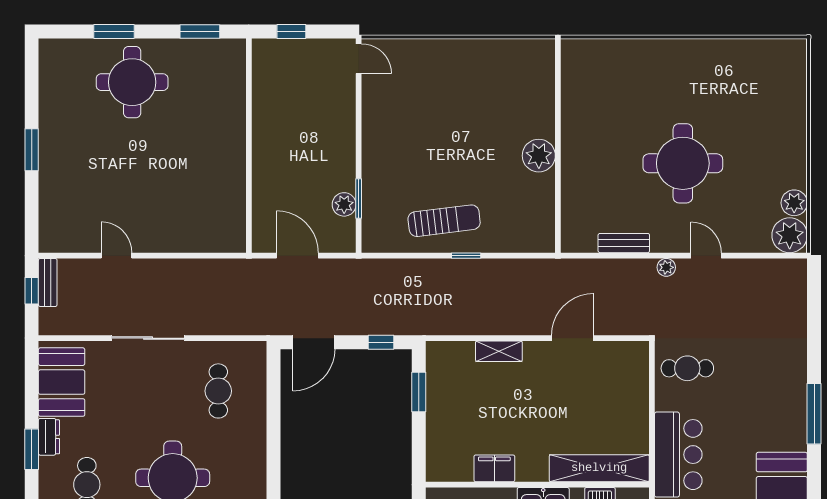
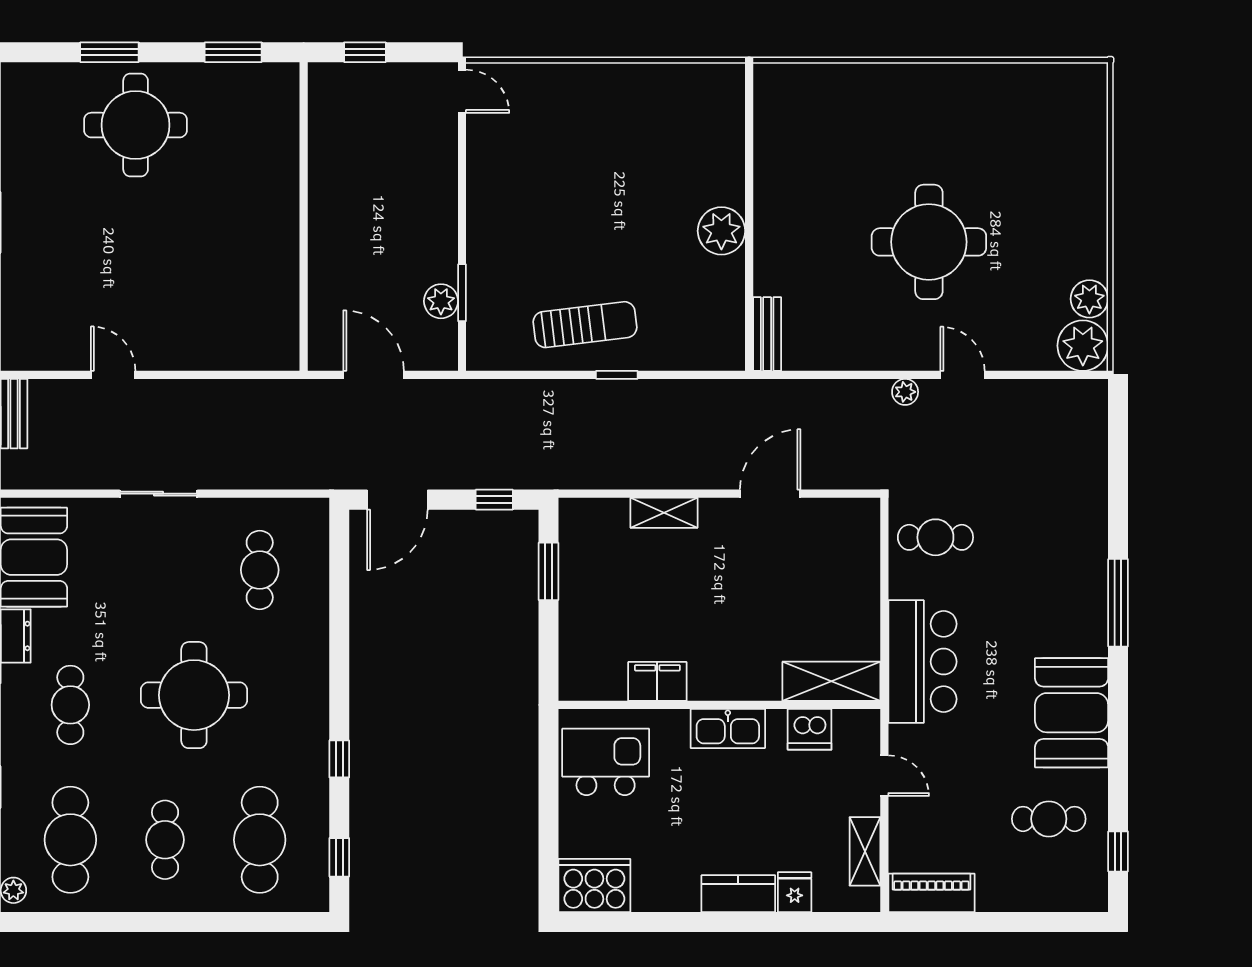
bench: (624, 243) -> (767, 334), moved, turned 90
sliding door: (148, 338) -> (159, 494), width x0.73
shelving: (599, 468) -> (831, 681), width x0.68

